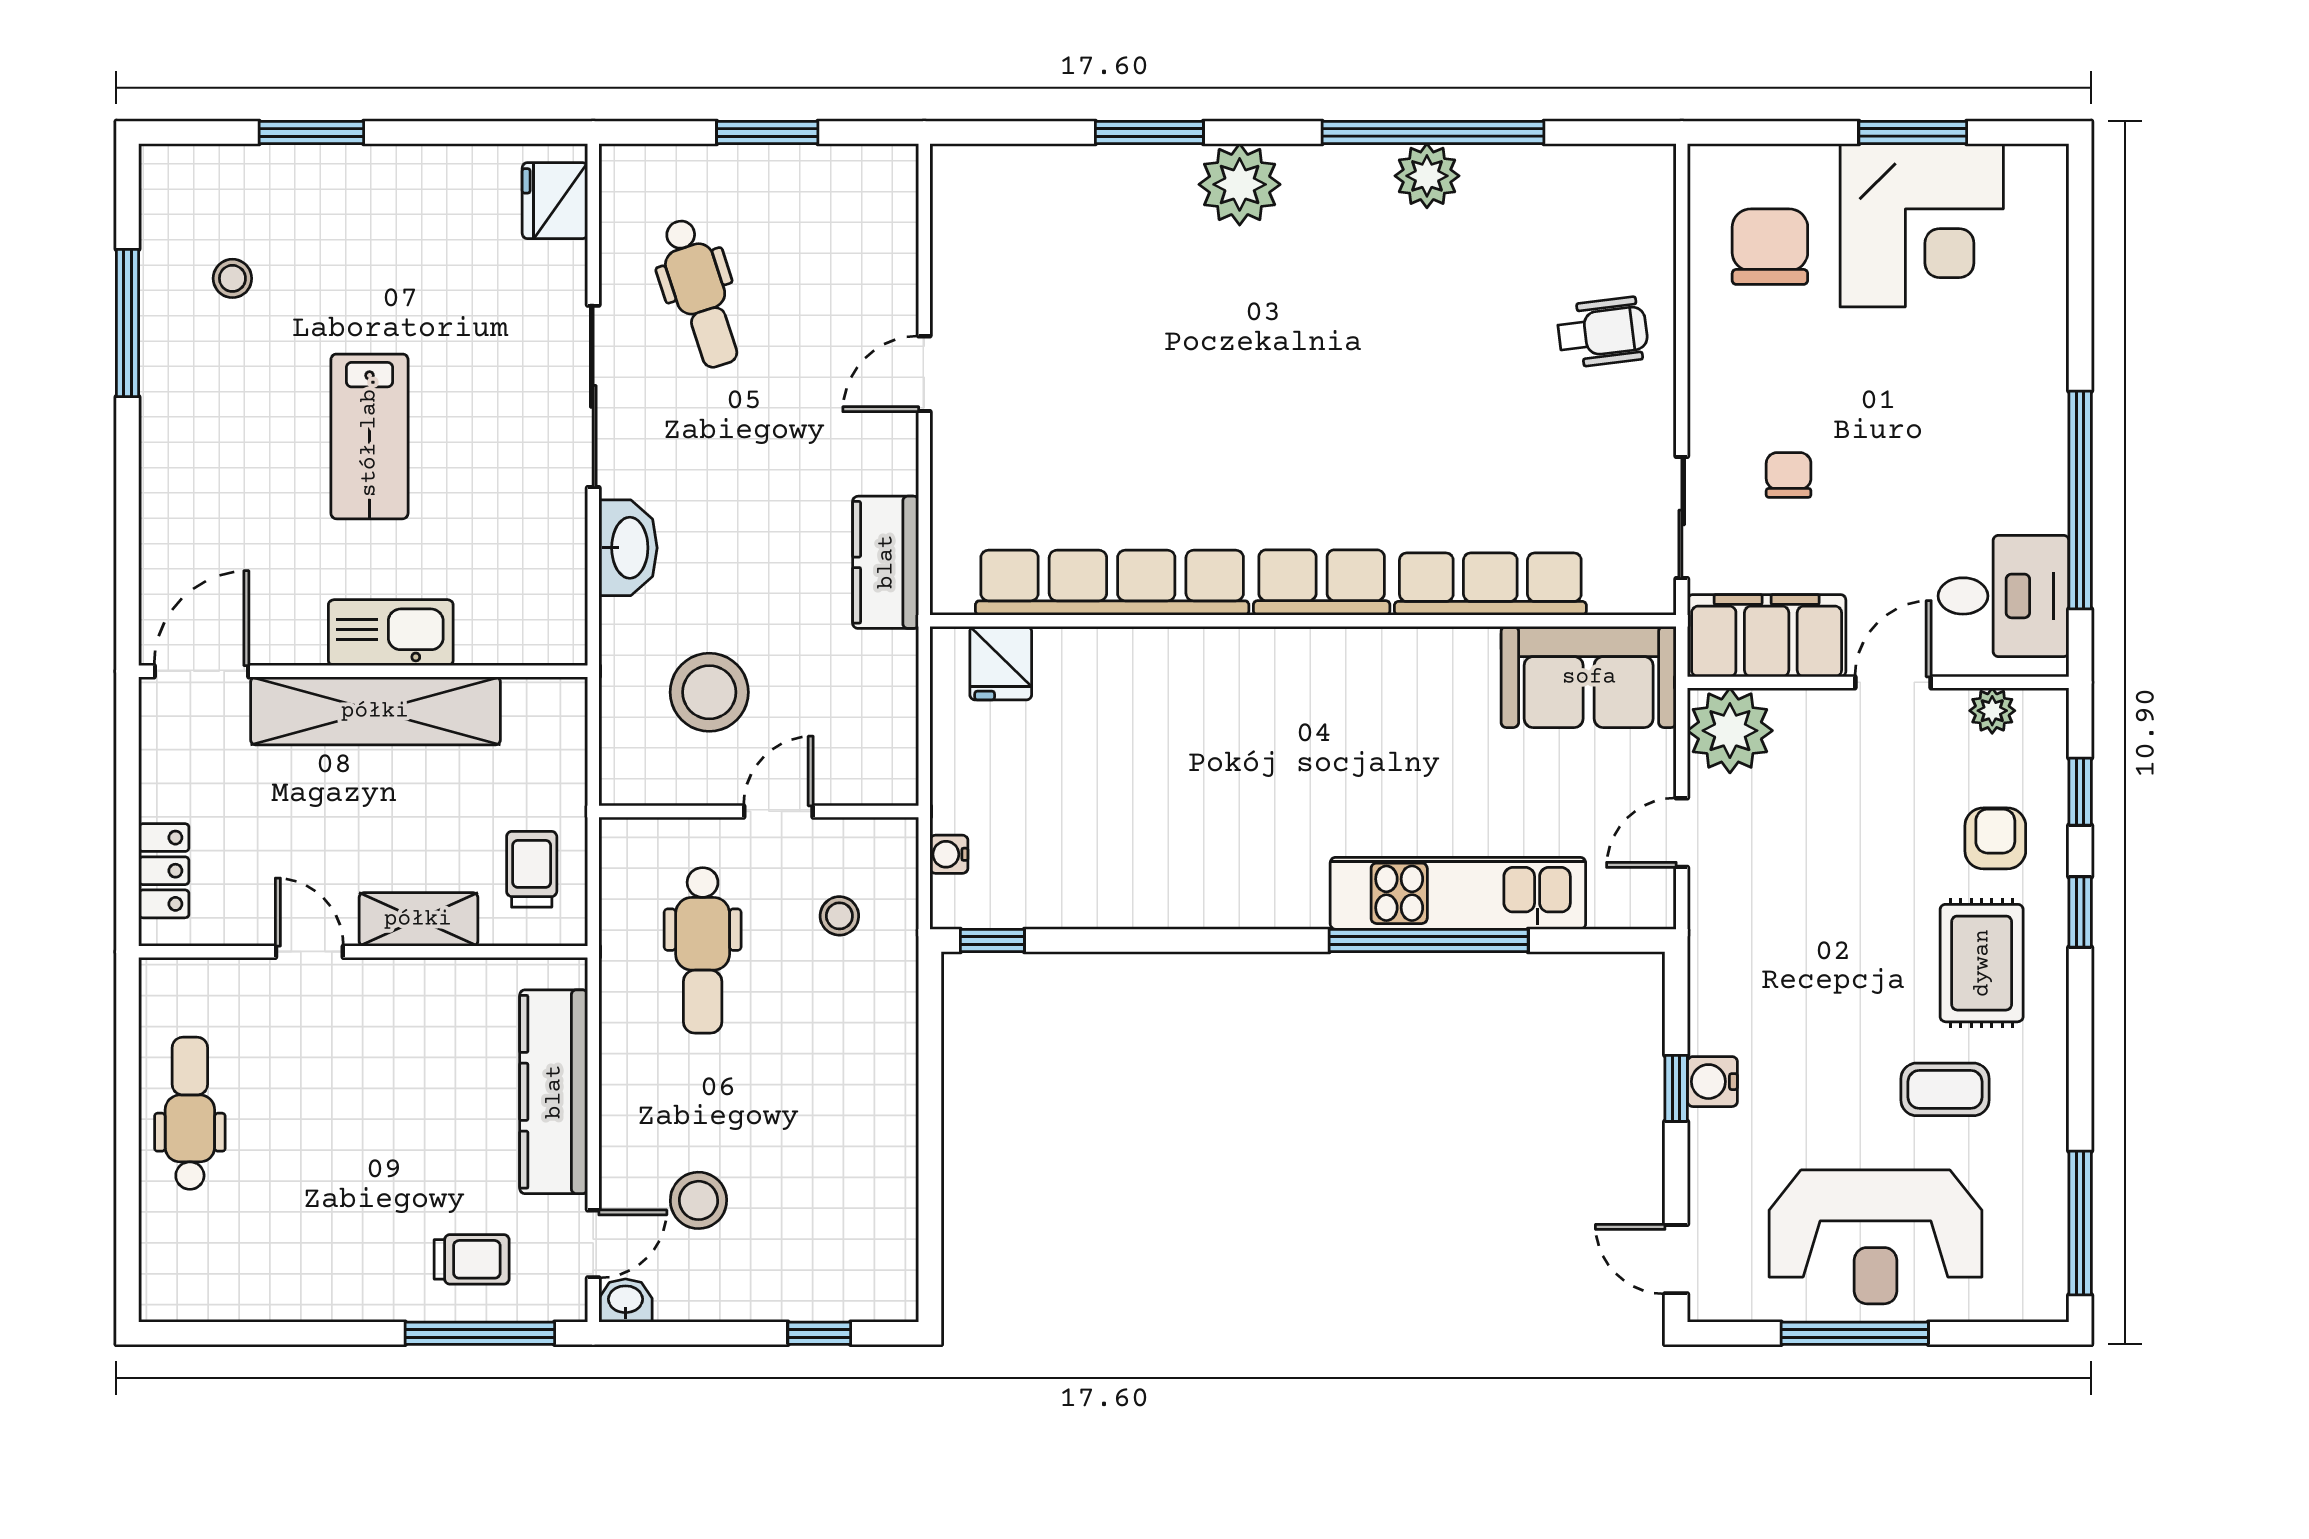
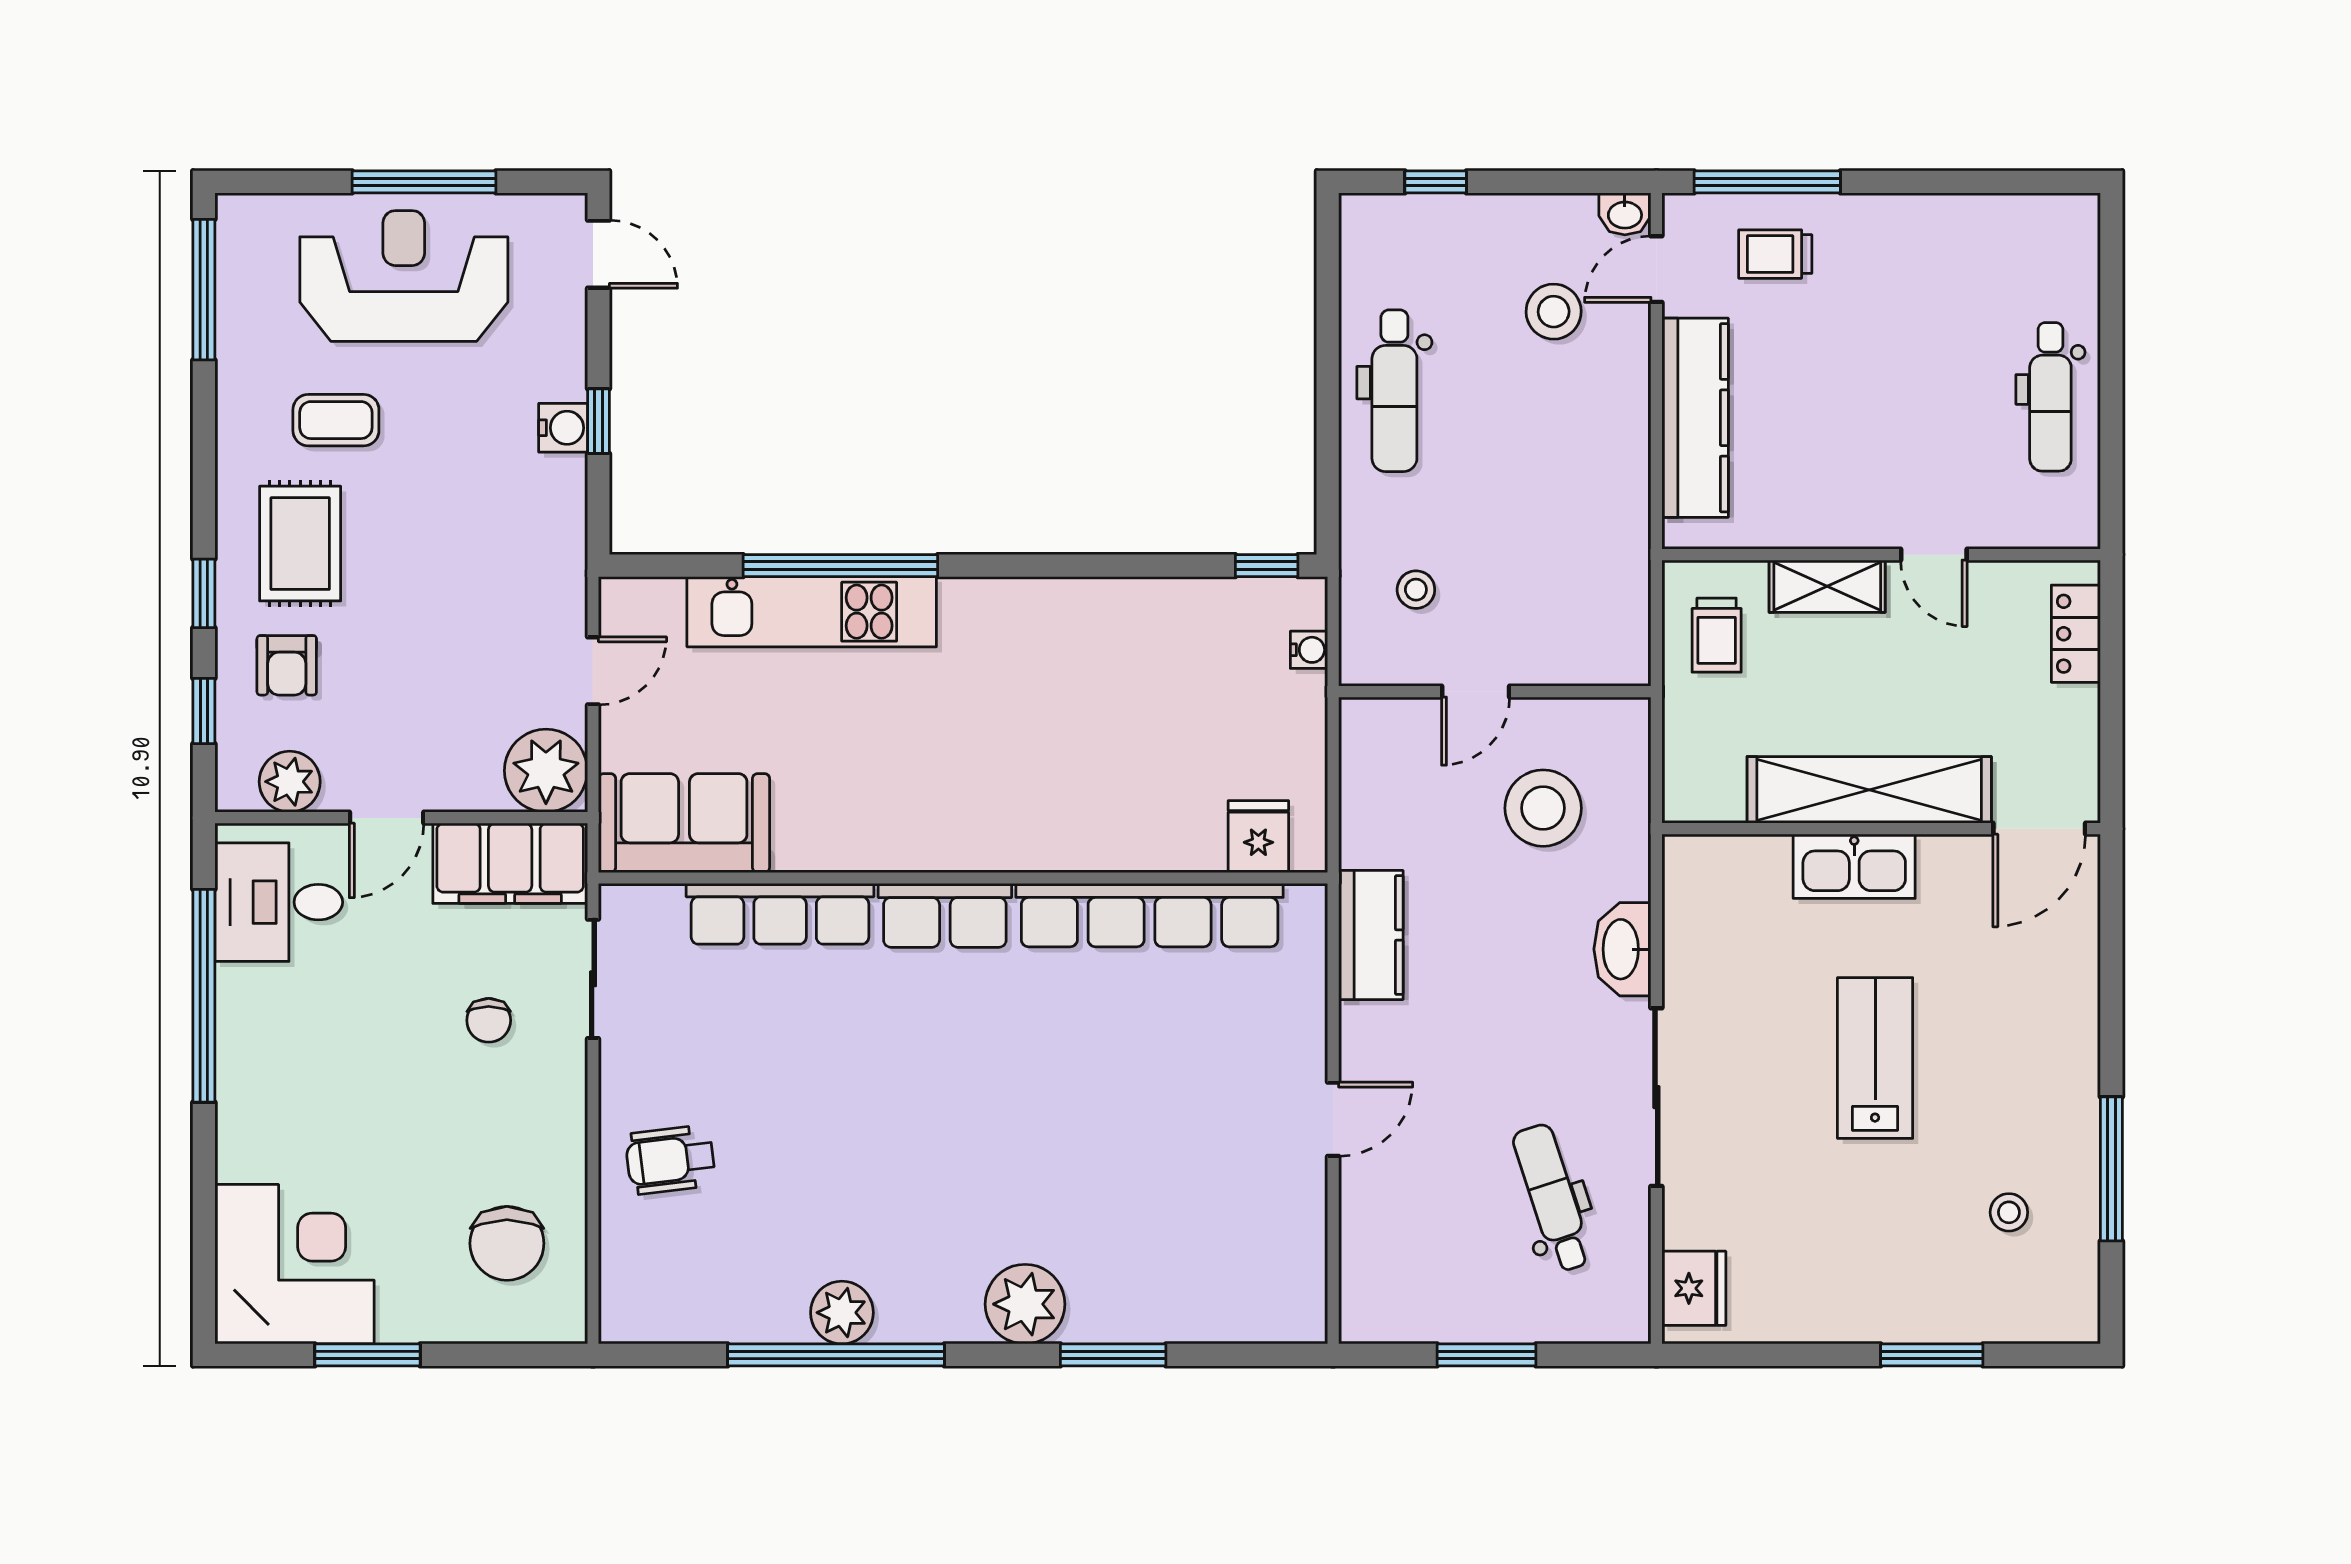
corner desk: (1922, 225) -> (295, 1264), moved, turned 90
plant: (1992, 711) -> (290, 782), width x1.38, depth x1.38
dental chair: (703, 950) -> (1394, 391), moved, turned 180

